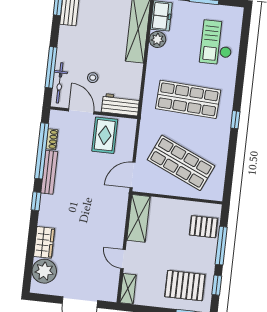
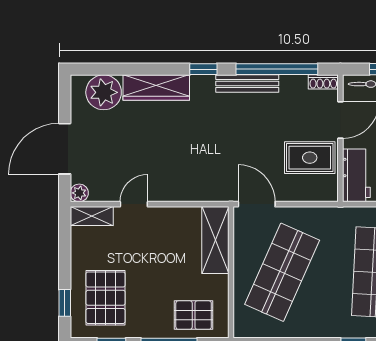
shoe rack: (52, 139) -> (323, 82), moved
shelving: (138, 218) -> (215, 240), moved, turned 90
pallet: (203, 227) -> (194, 315), turned 90
wardrobe: (44, 242) -> (156, 87), width x1.50
plant: (111, 296) -> (79, 193), added

